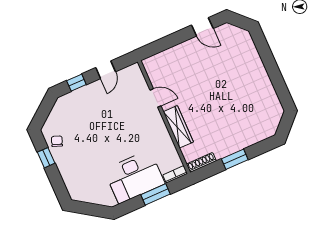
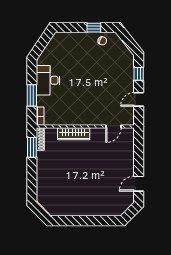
door: (106, 70) -> (139, 99), hinge flipped
door: (155, 98) -> (113, 126), moved
window: (235, 159) -> (32, 147), moved
desk: (134, 177) -> (48, 80), width x0.73, depth x0.77

